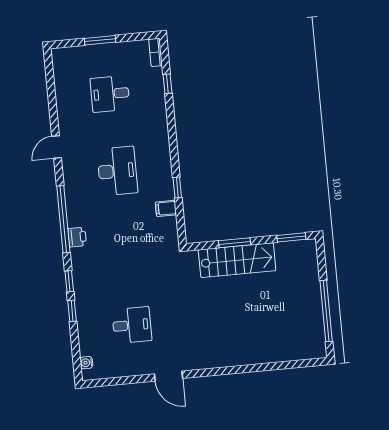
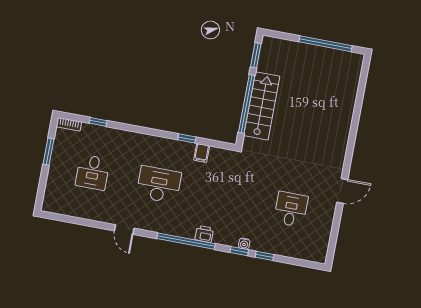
window: (100, 40) -> (49, 152), moved
window: (235, 243) -> (247, 104), width x2.11
water cooler: (86, 363) -> (244, 244), moved

